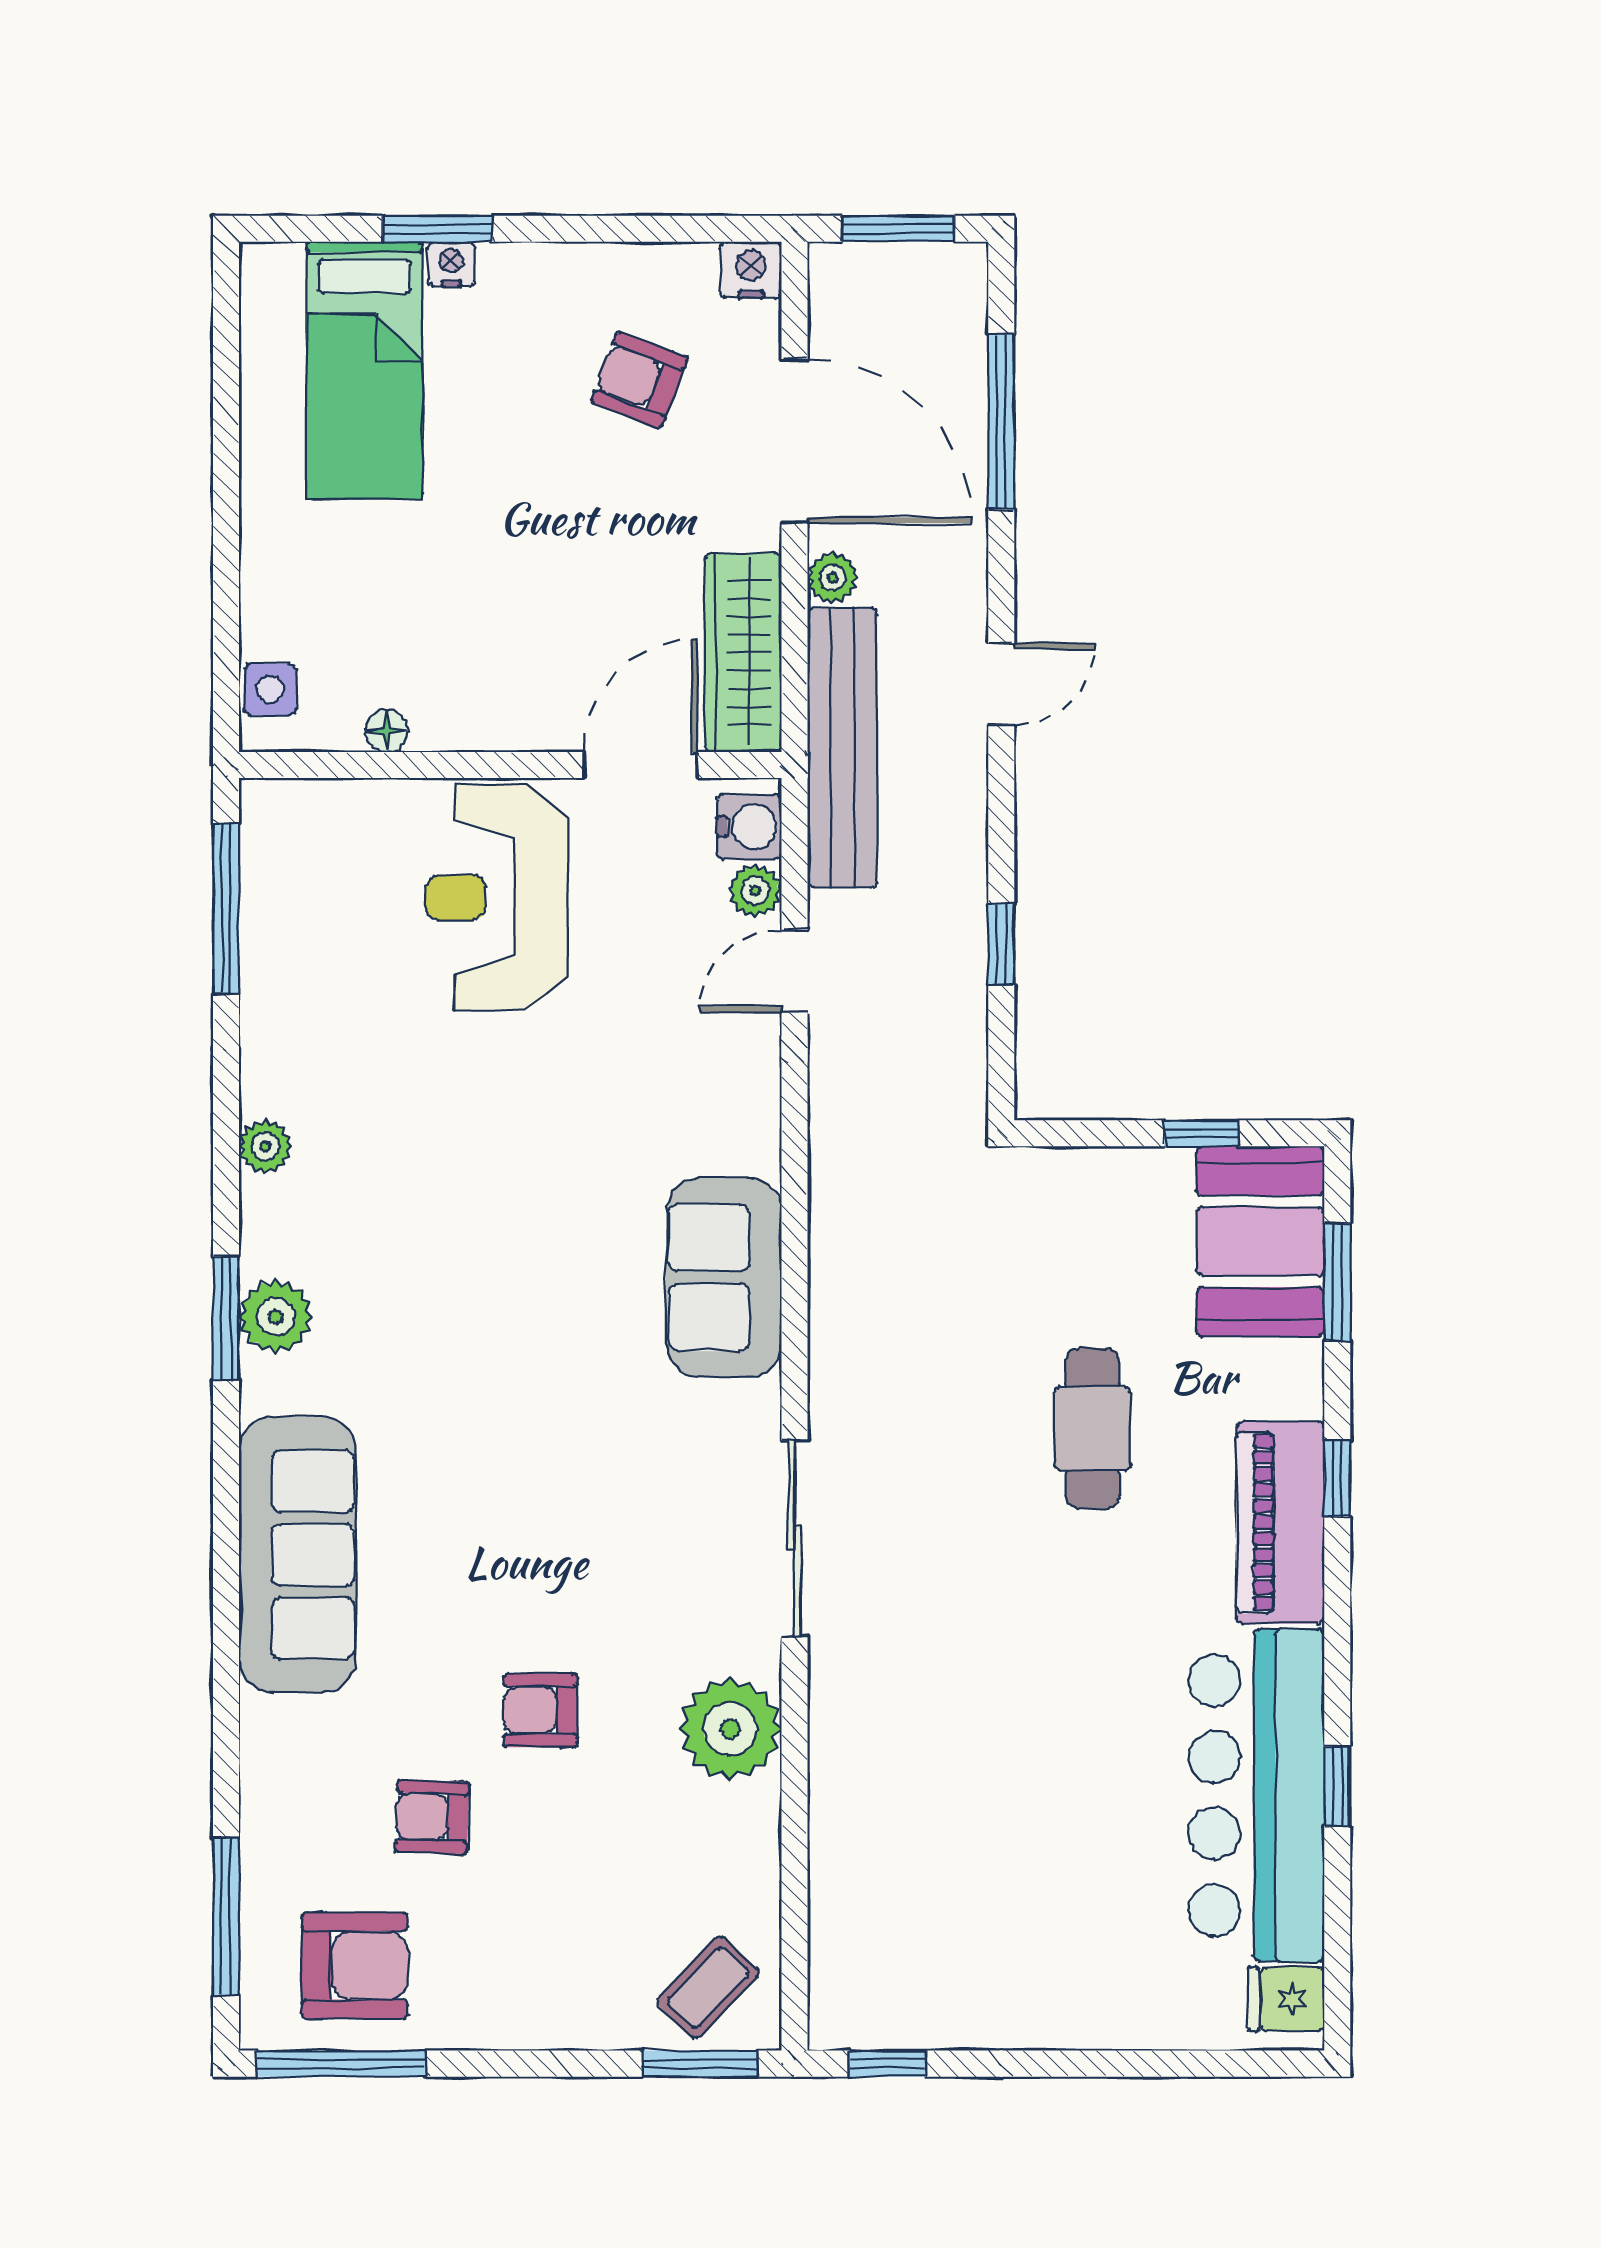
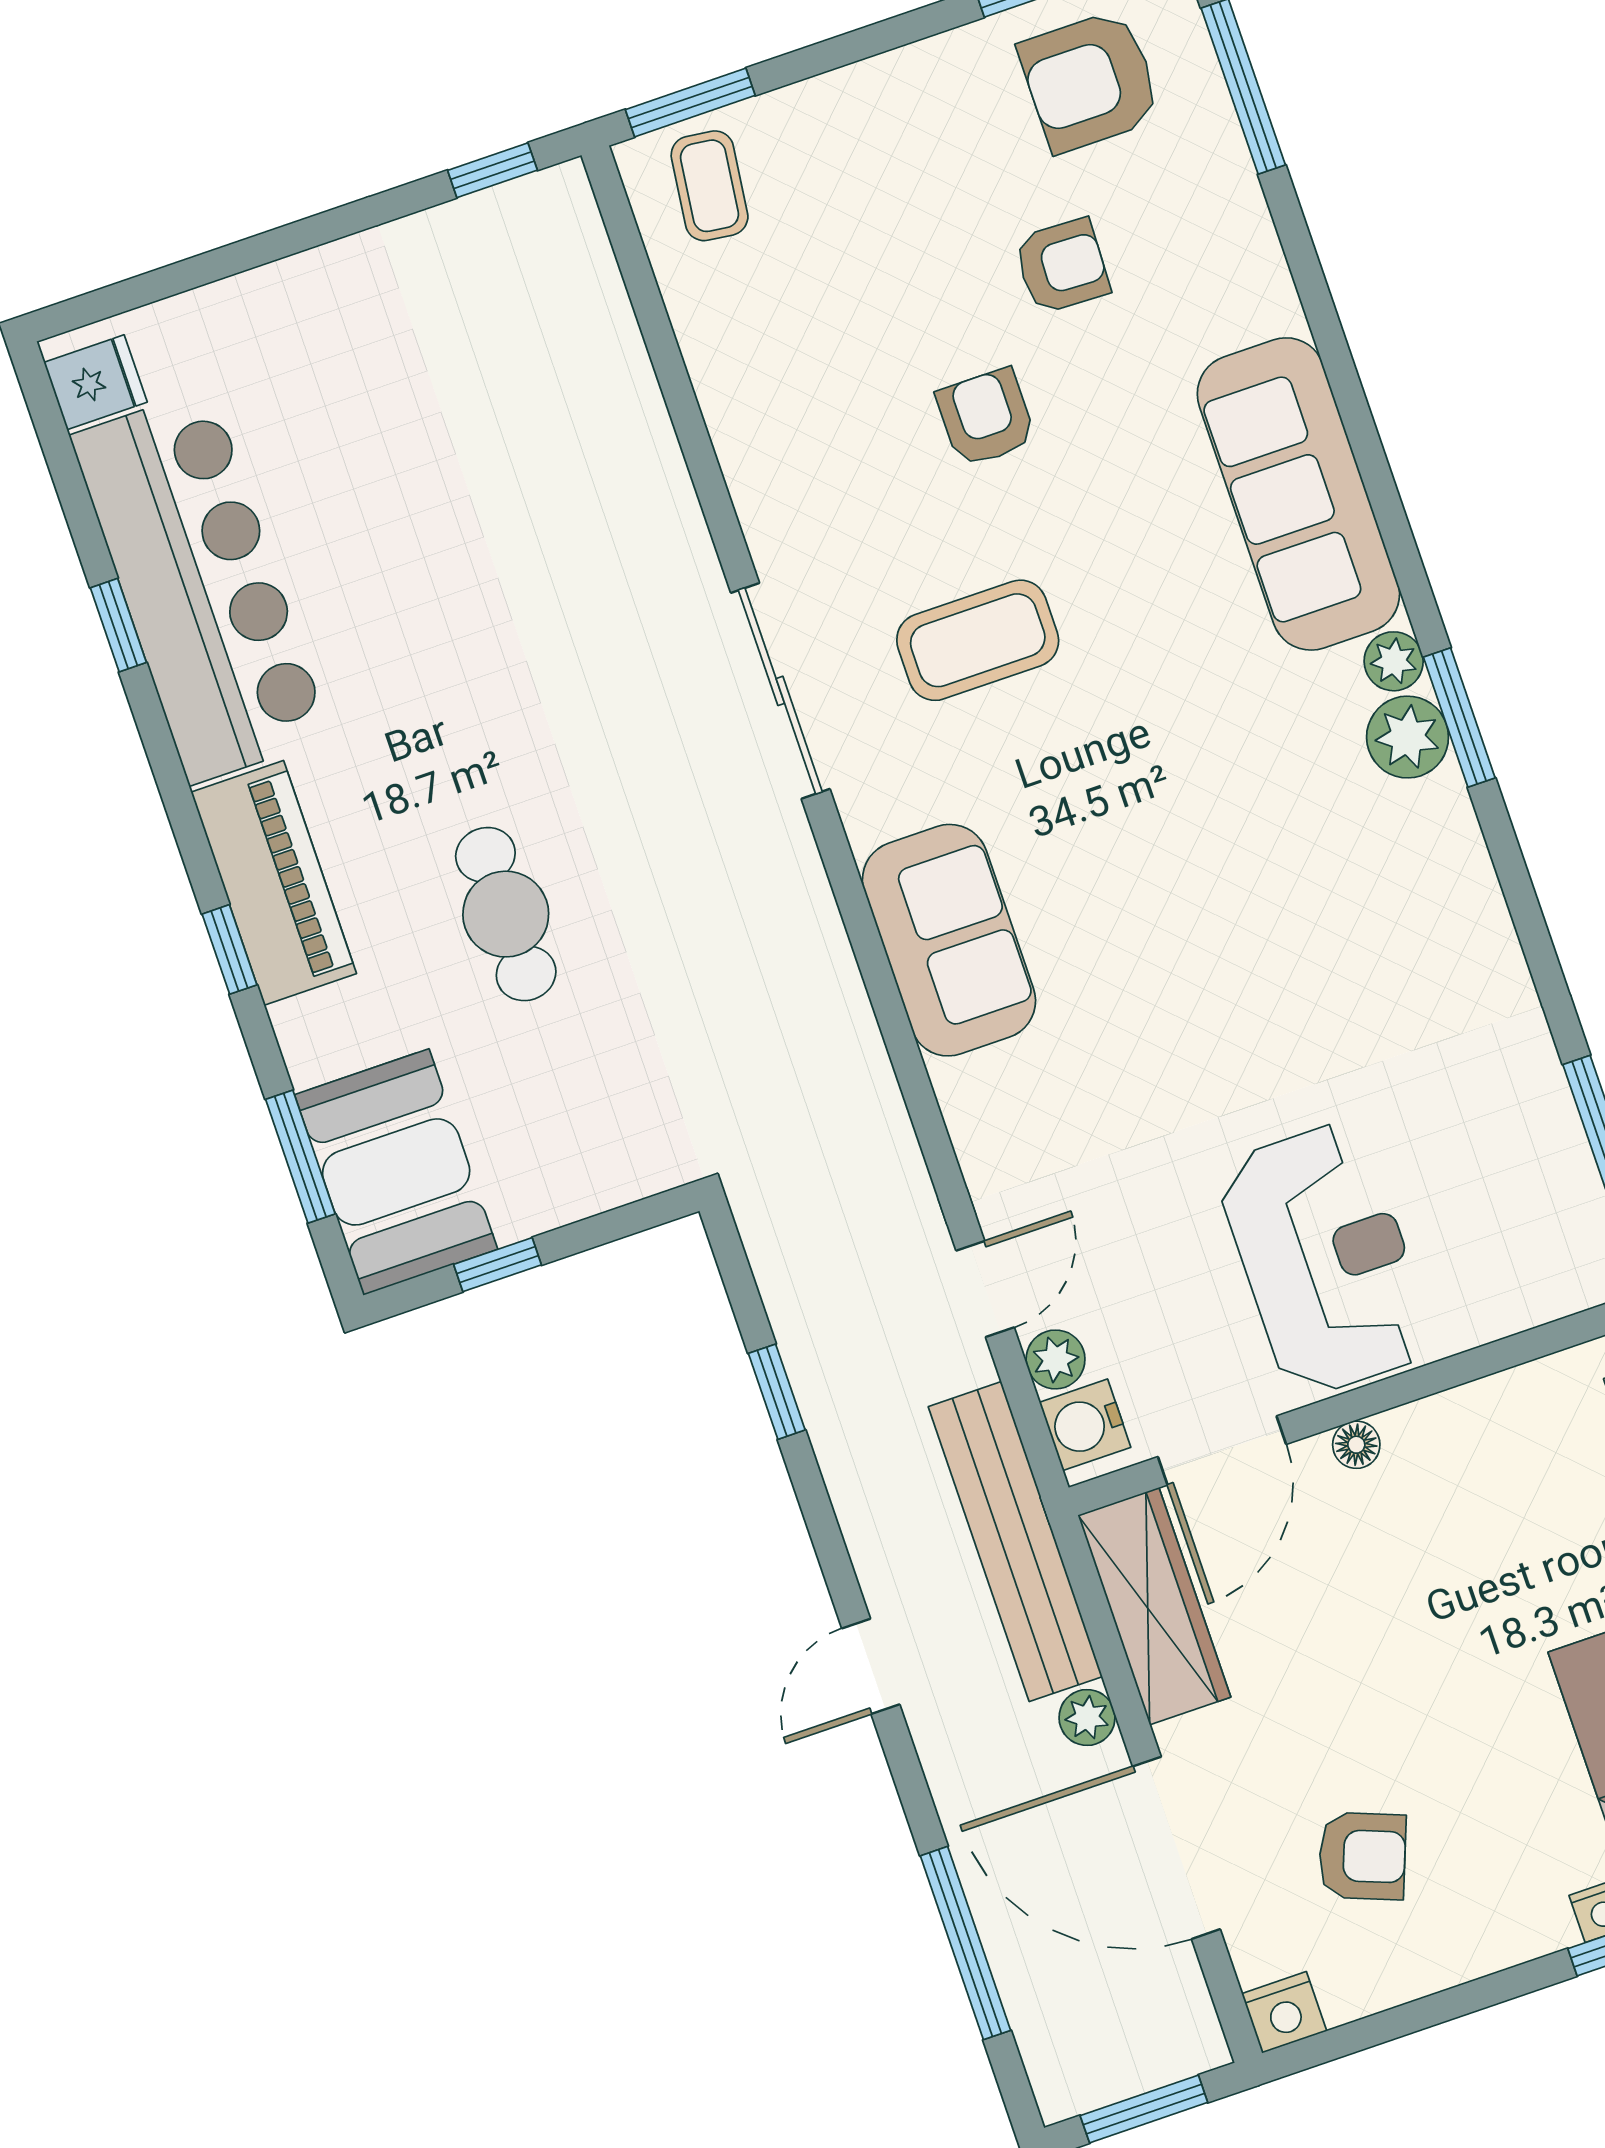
floor lamp: (387, 731) -> (1356, 1445), moved
plant: (265, 1146) -> (1394, 661), moved
coffee table: (612, 1524) -> (978, 640), added
armchair: (541, 1710) -> (986, 418), turned -90
plant: (730, 1729) -> (779, 466), removed
coffee table: (708, 1987) -> (710, 186), turned -37

